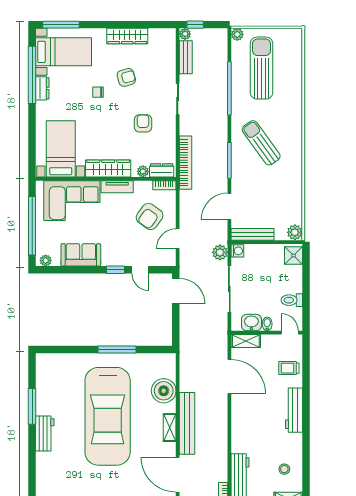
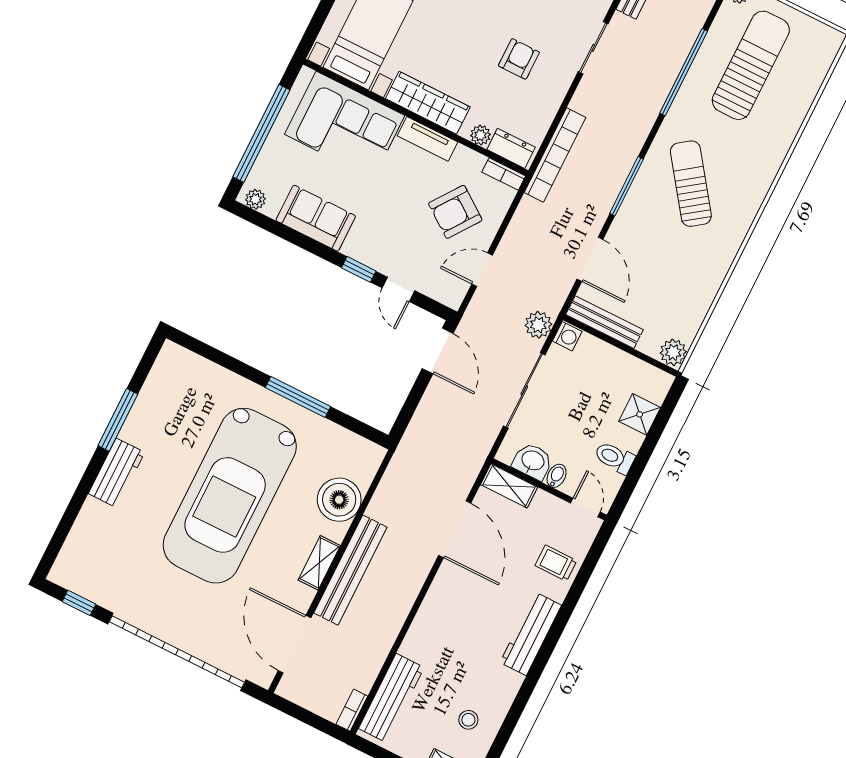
door: (229, 206) -> (590, 259), swing flipped
shower: (294, 256) -> (640, 414), moved

